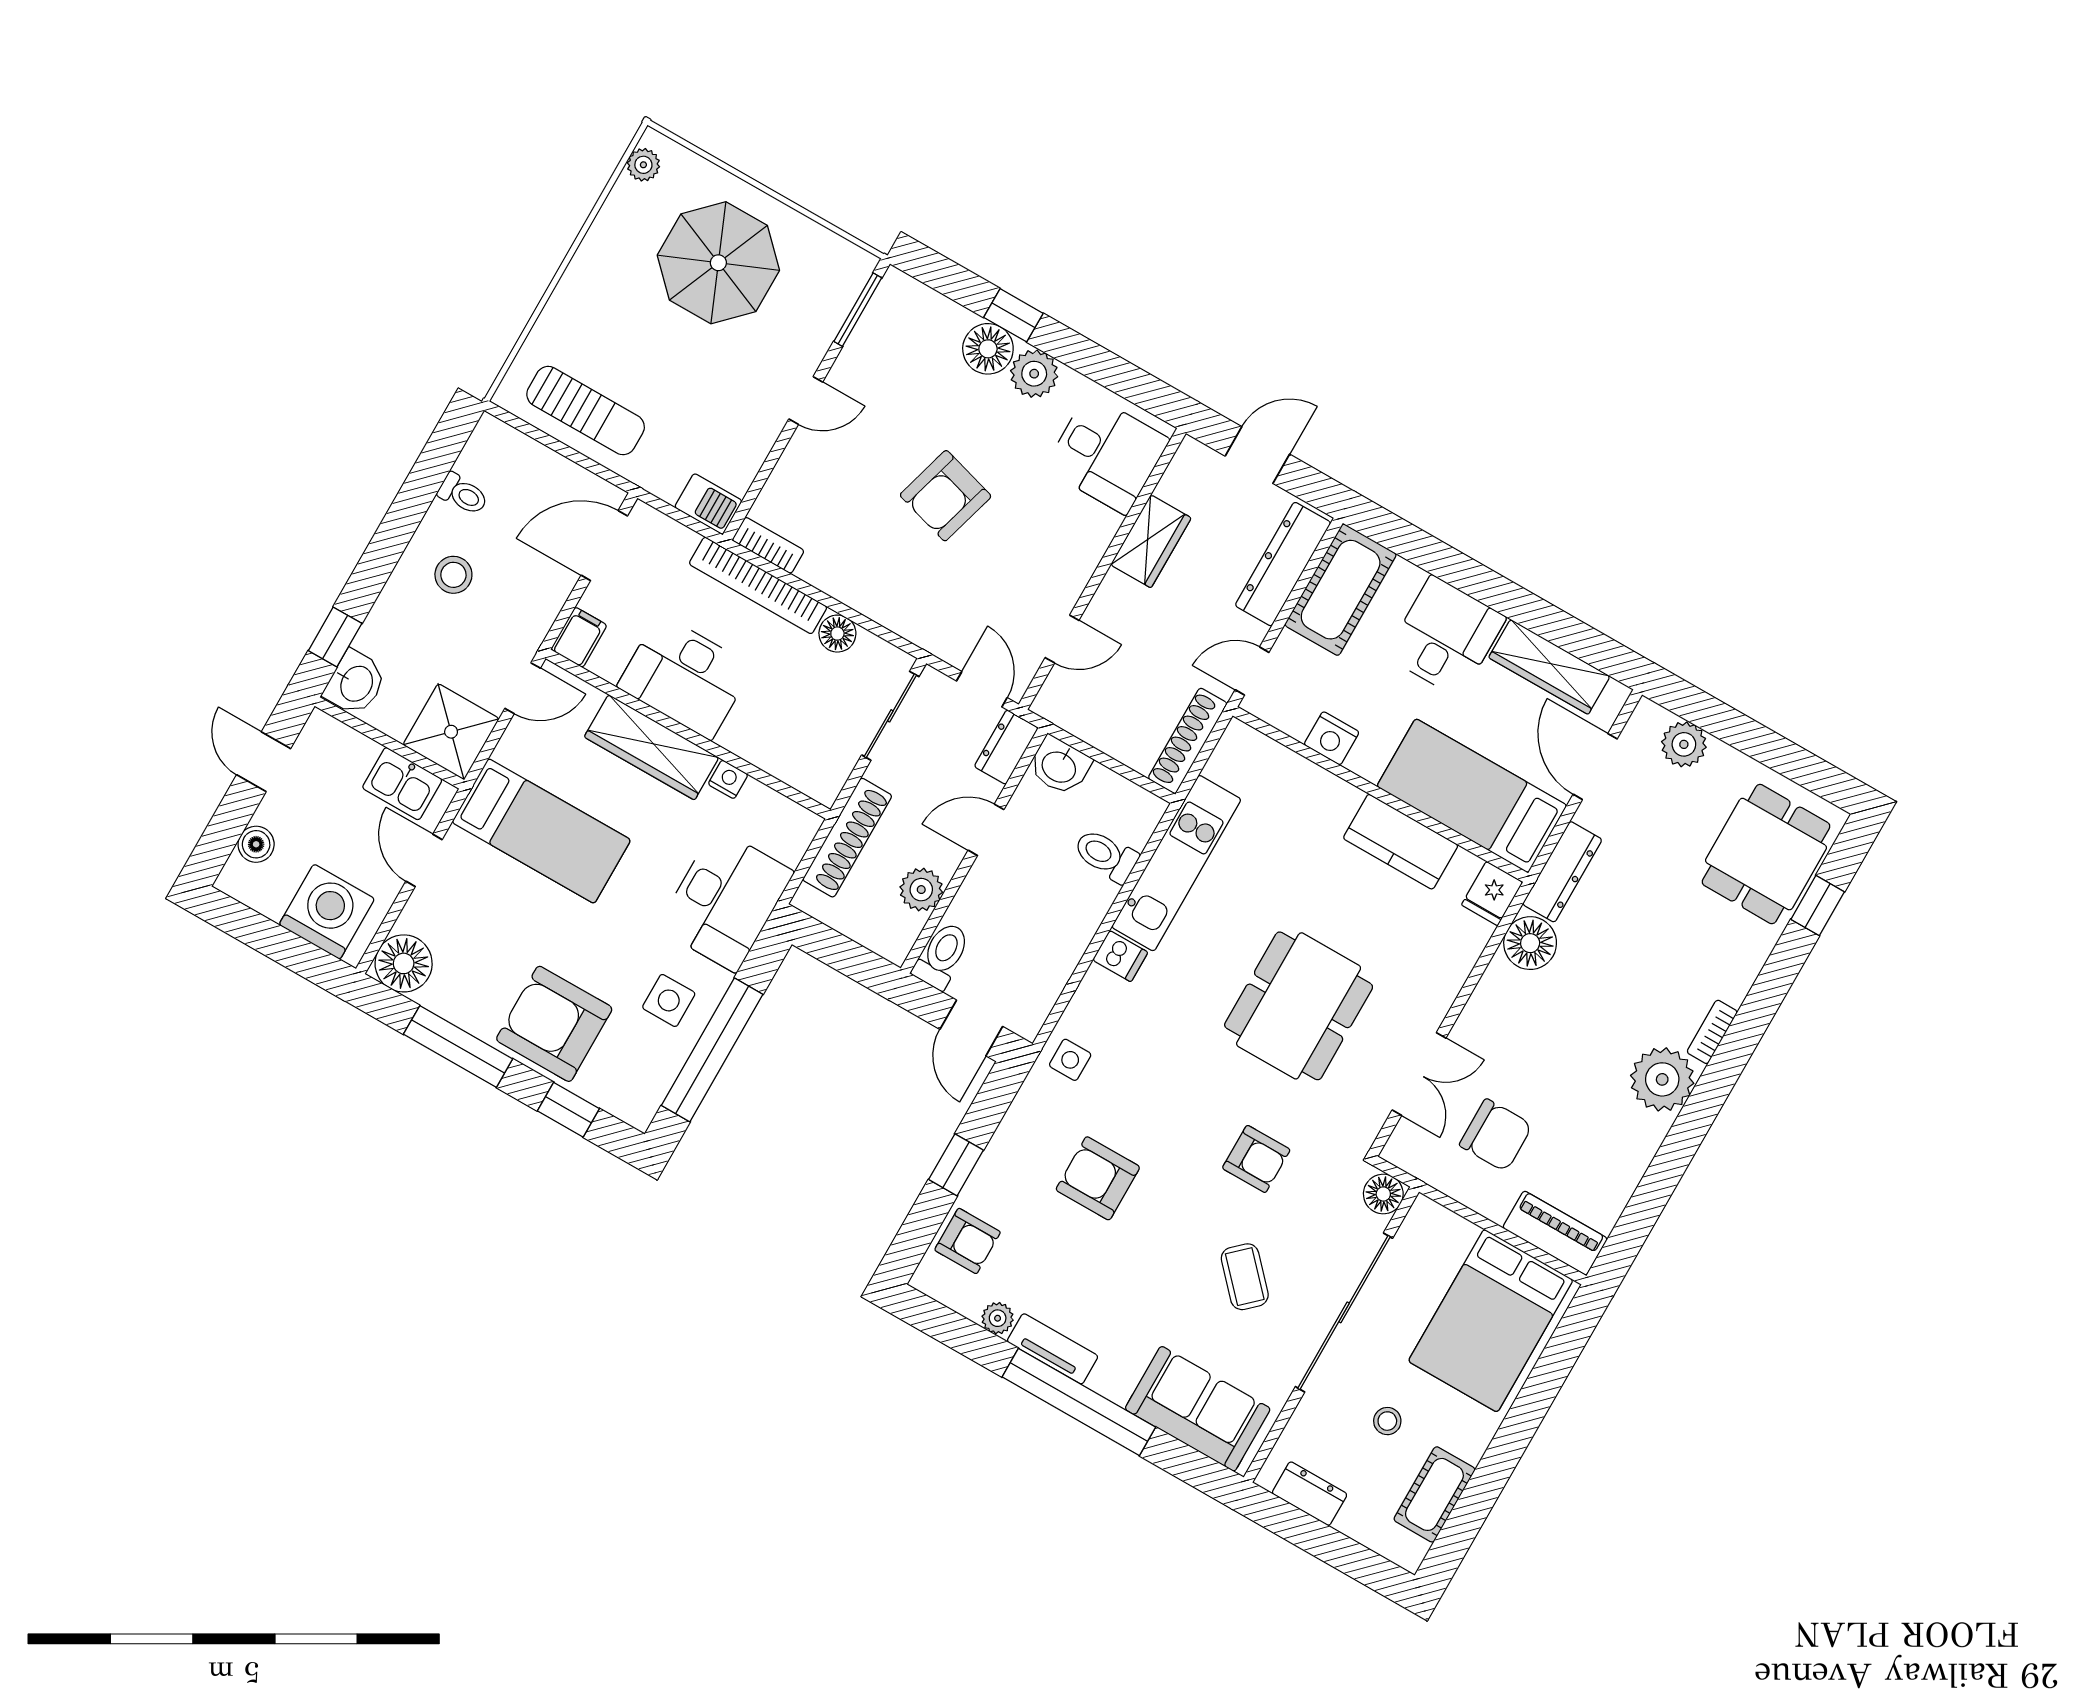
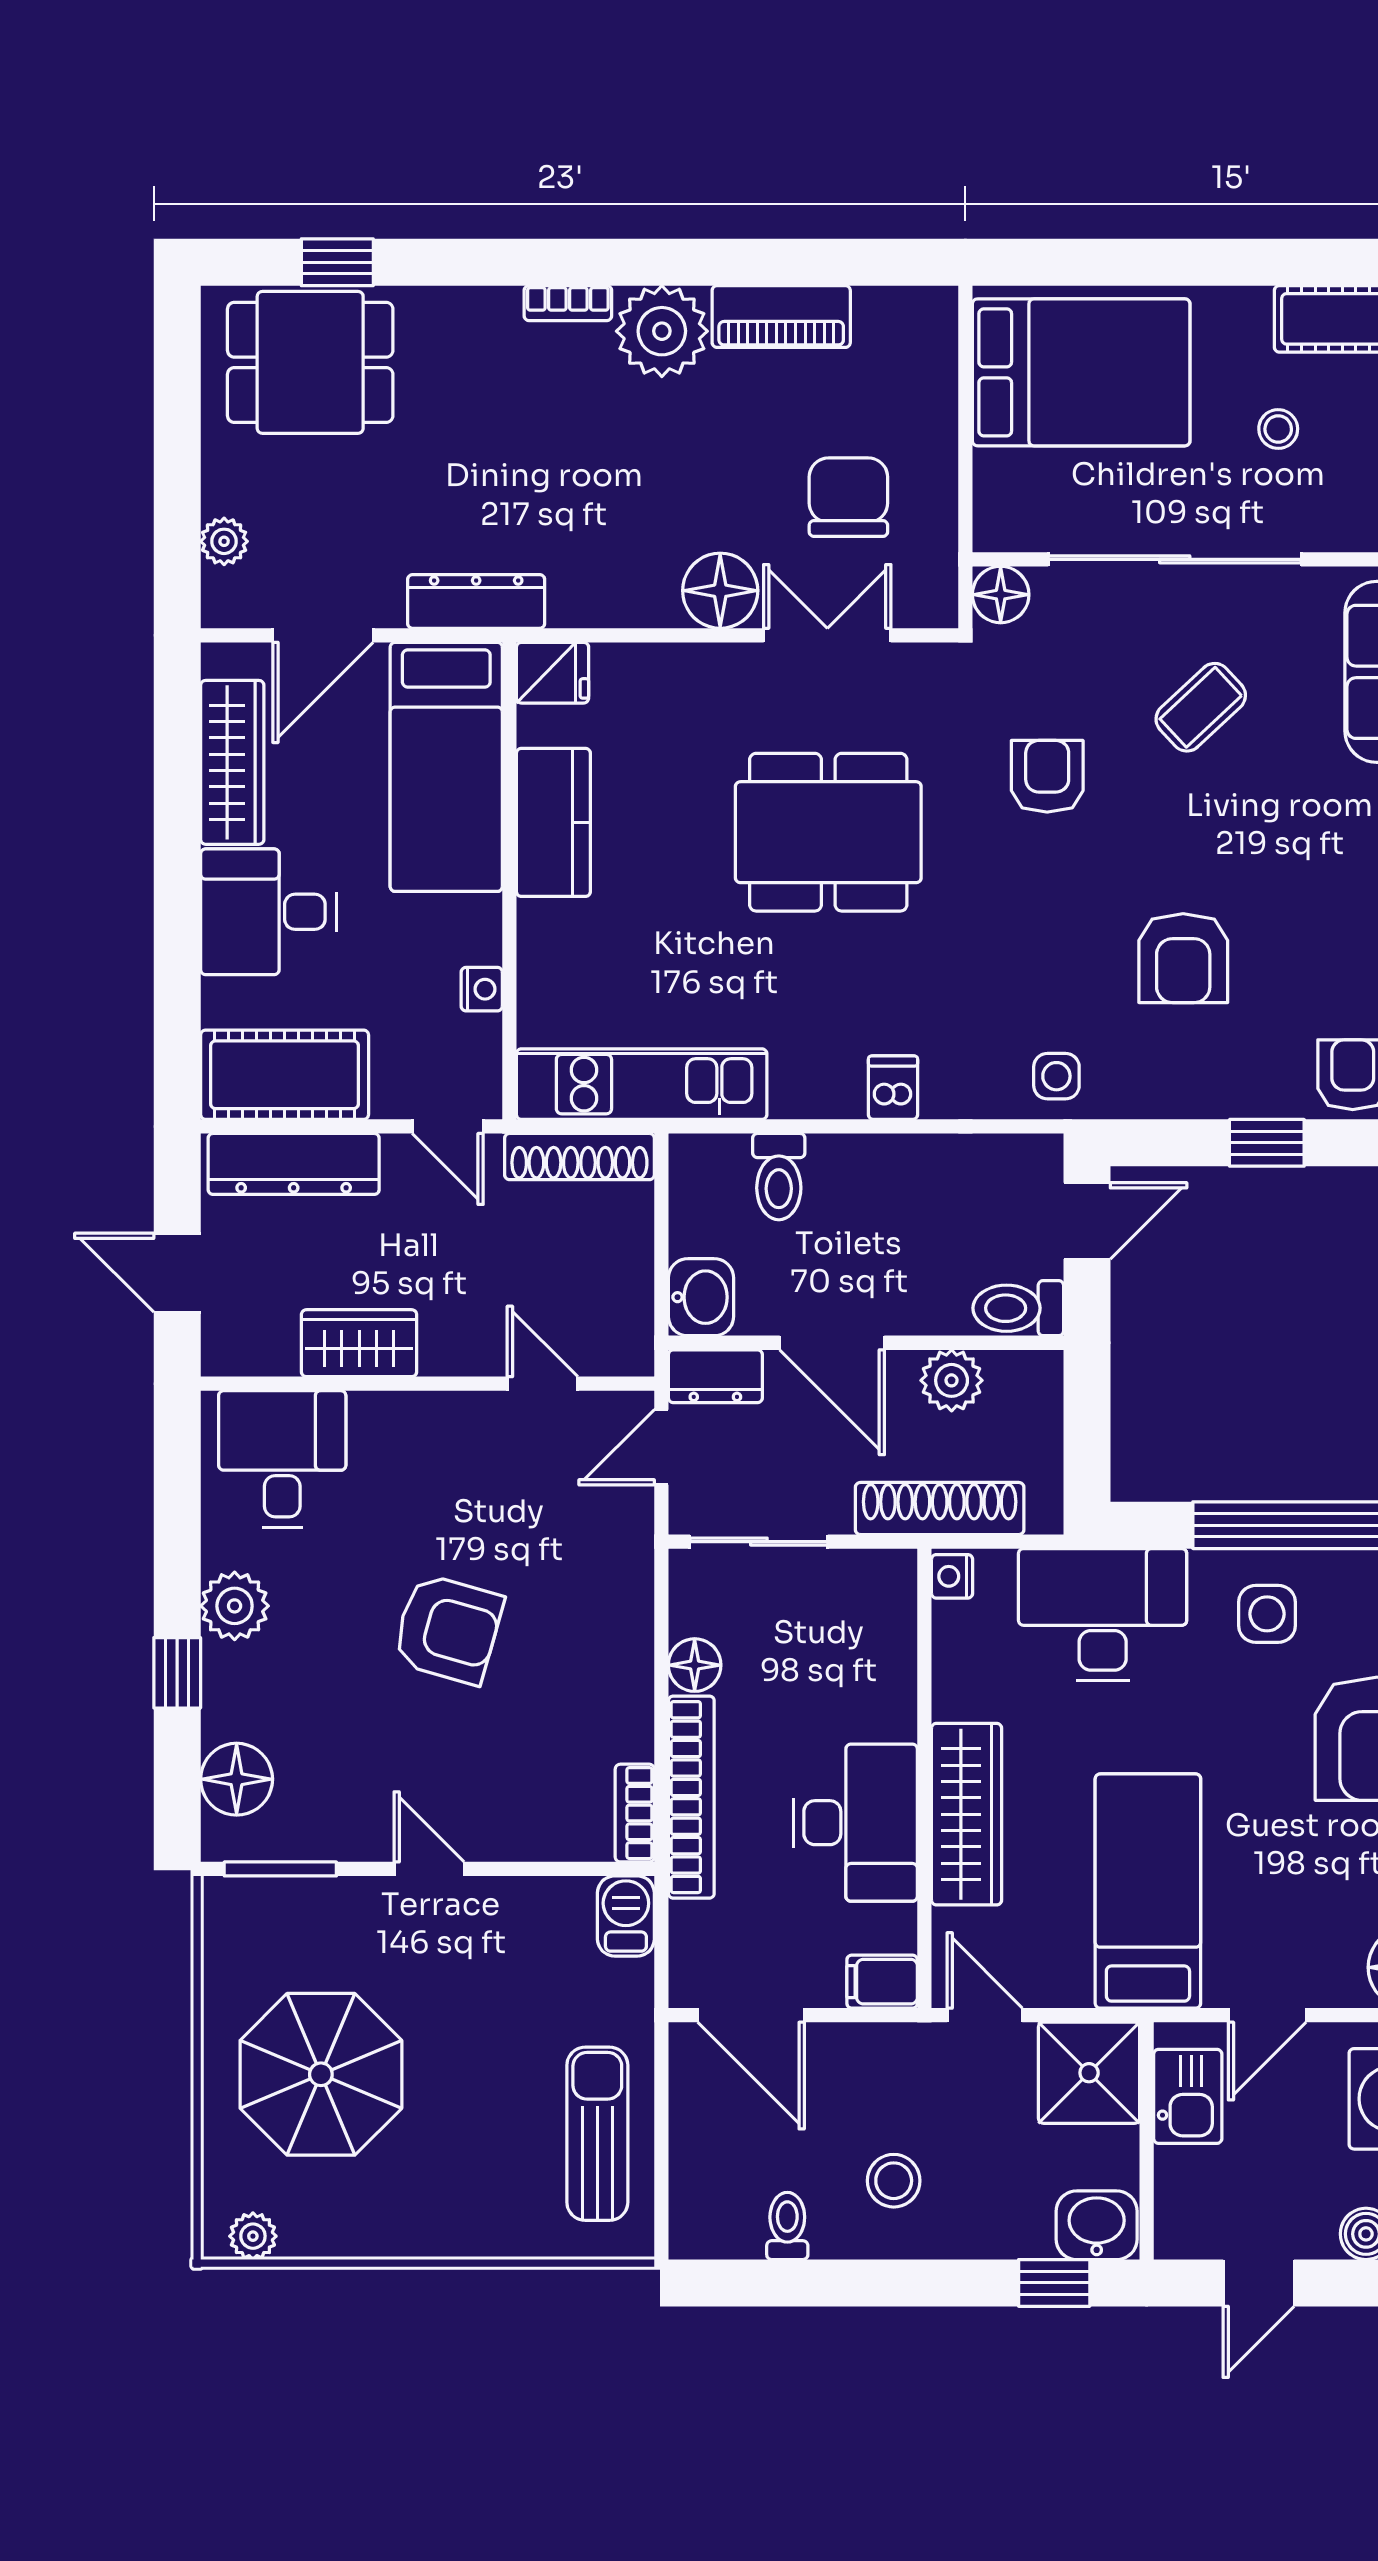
floor lamp: (988, 349) -> (237, 1779), moved
nightstand: (1332, 738) -> (482, 989), width x0.72, depth x0.74
plant: (1684, 744) -> (224, 541), width x0.73, depth x0.73
nightstand: (728, 779) -> (952, 1576), moved
door: (986, 830) -> (832, 1343), width x1.38
kitchen unit: (1176, 863) -> (642, 1084), moved
floor lamp: (1530, 943) -> (720, 591), moved
piano: (1555, 1233) -> (781, 317), moved, turned -90

